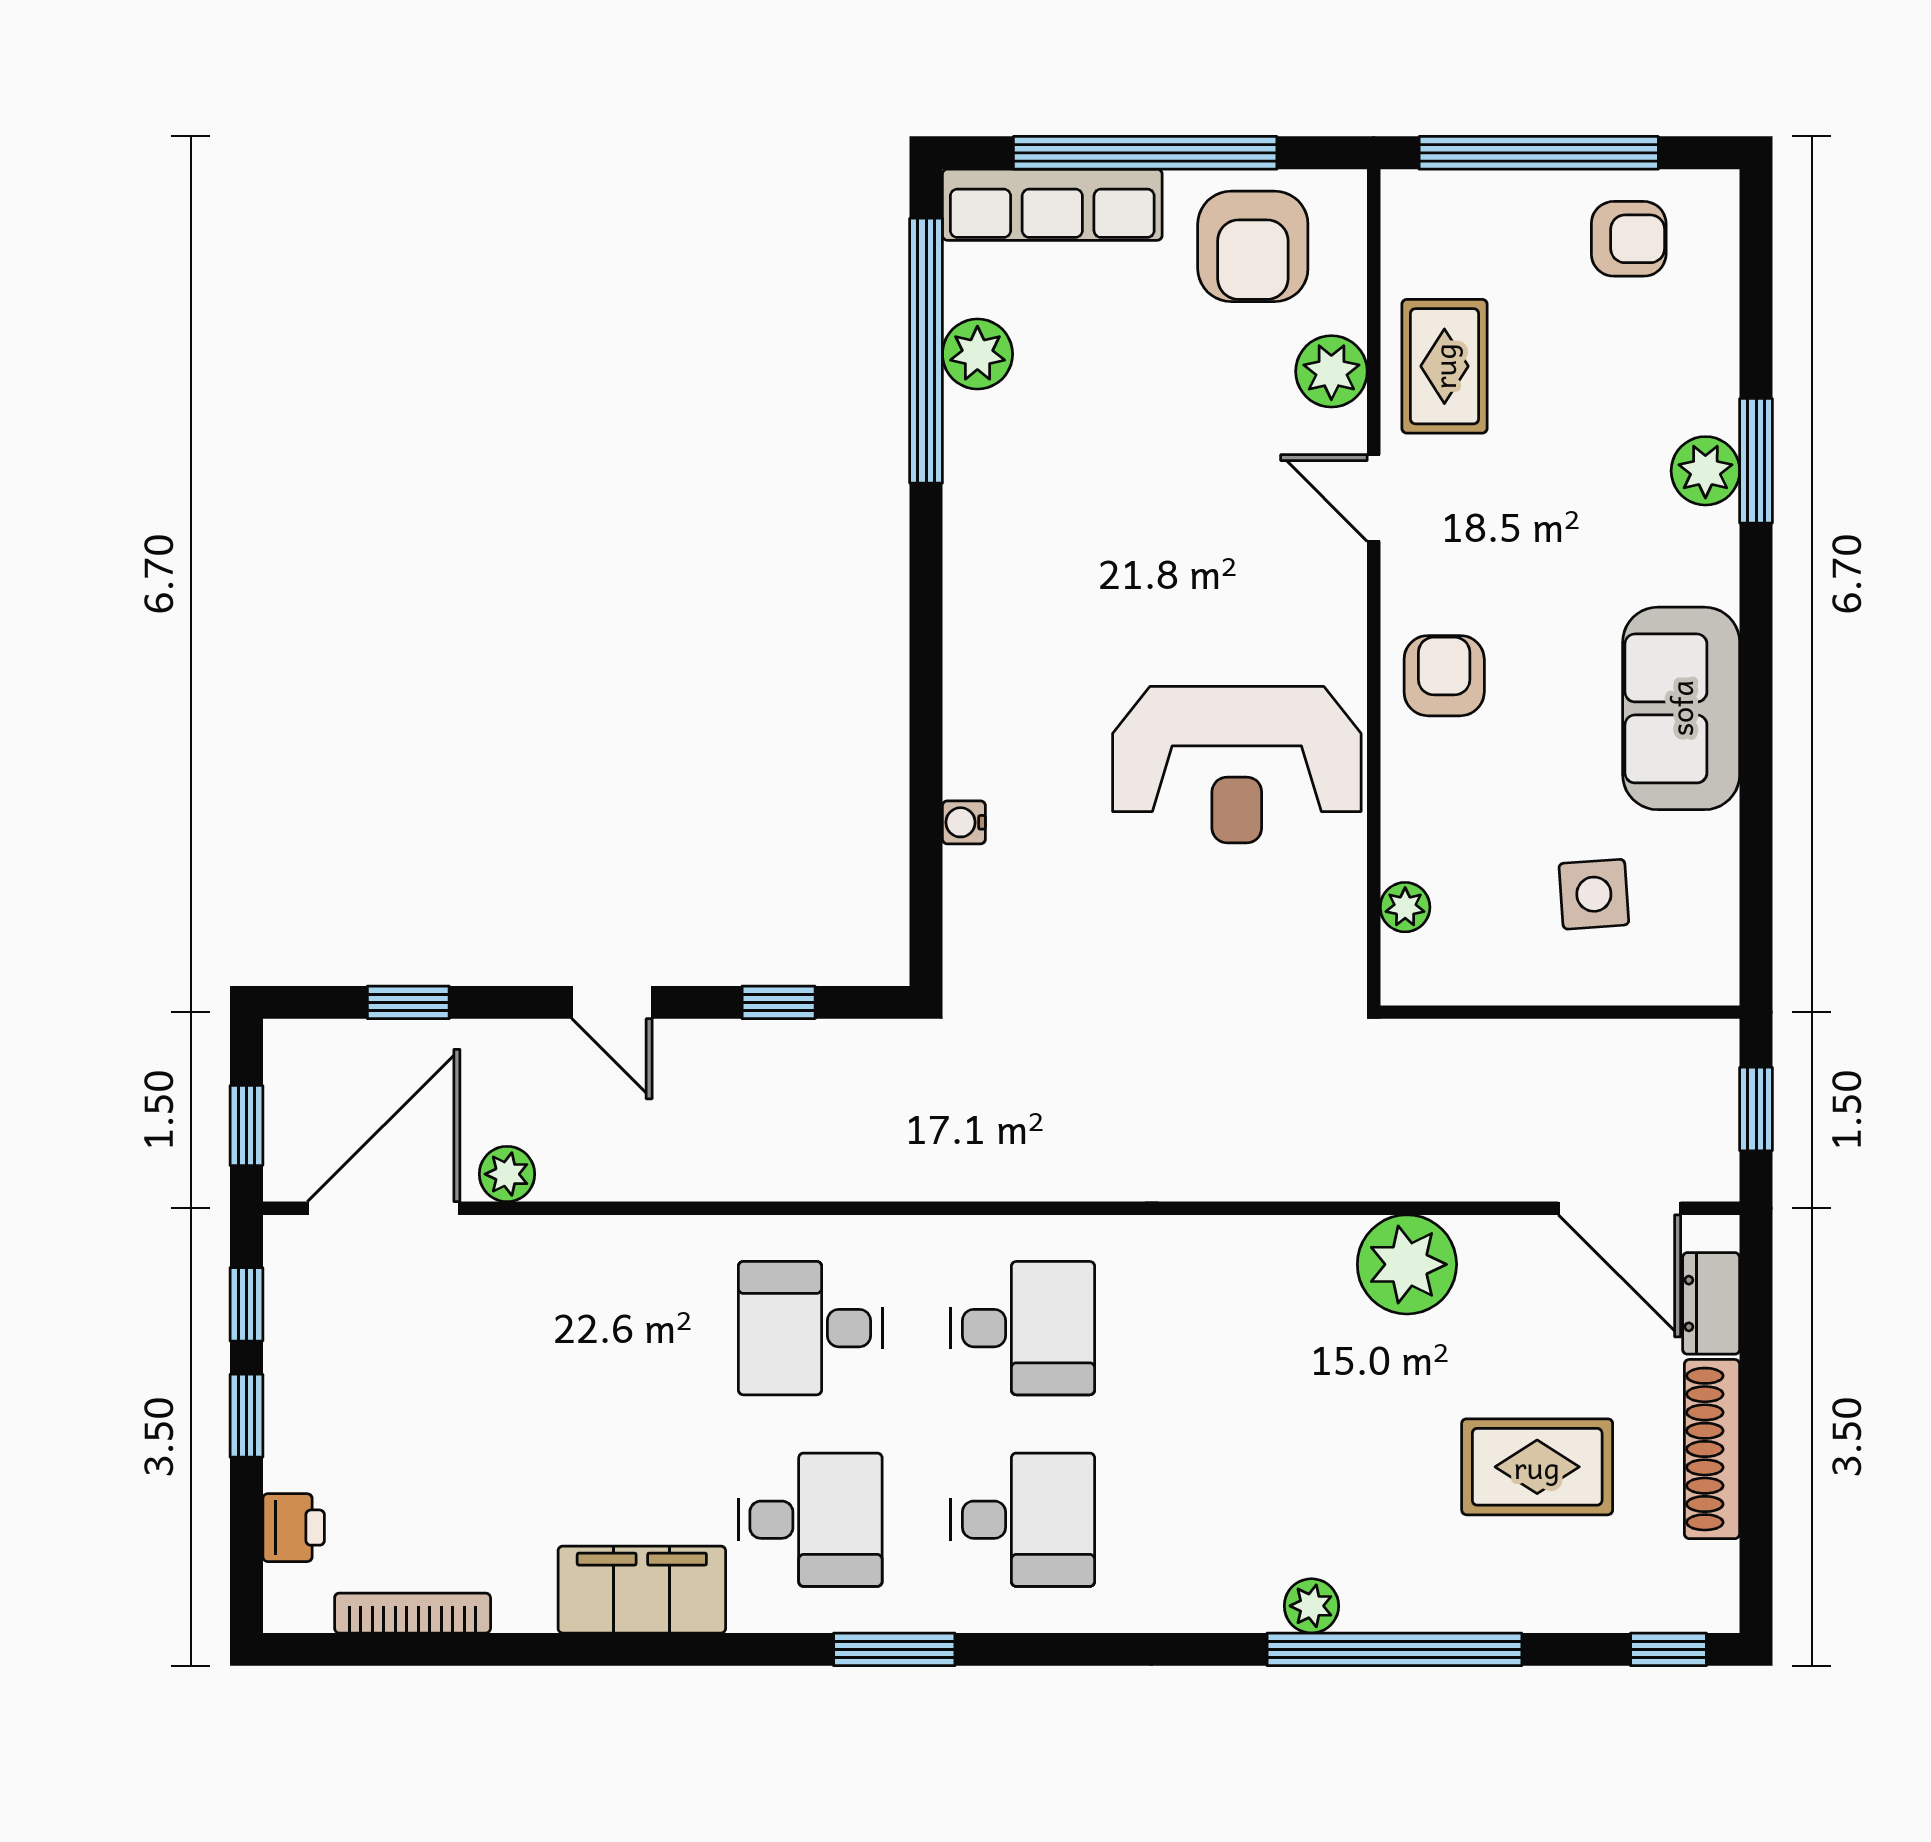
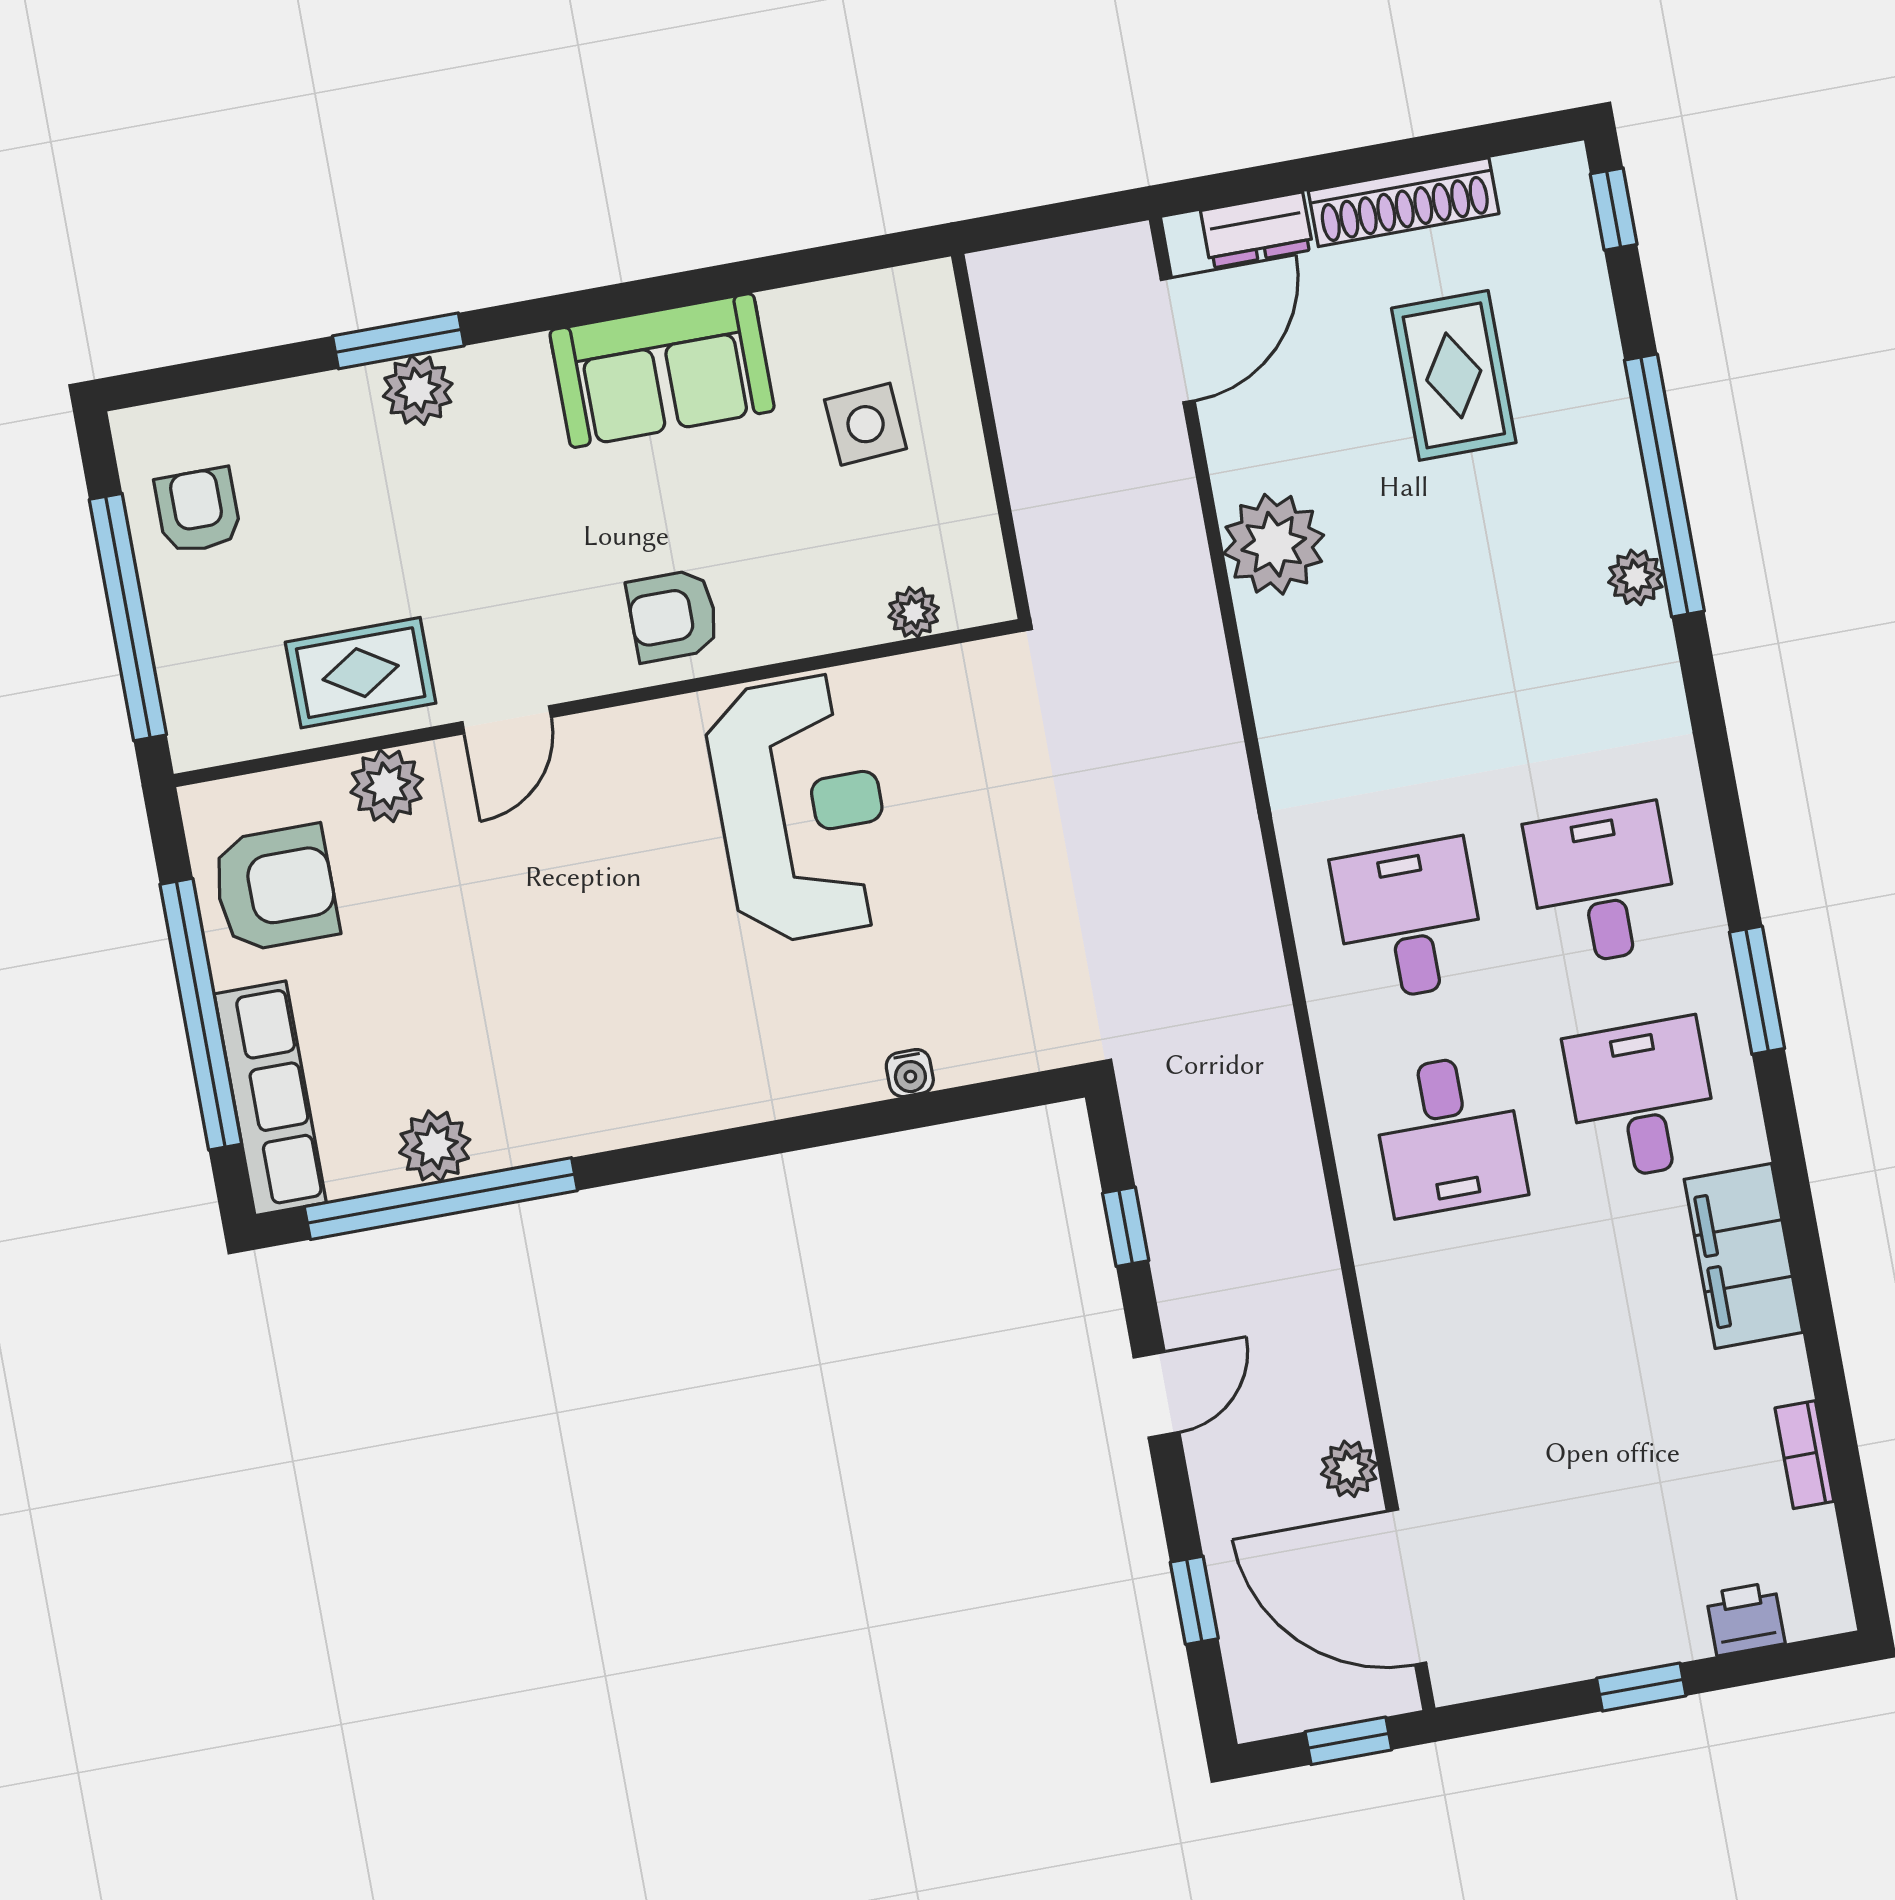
window: (1756, 1109) -> (1052, 221), removed
window: (246, 1304) -> (1529, 1708), removed
bookcase: (413, 1613) -> (1804, 1455), width x0.64

